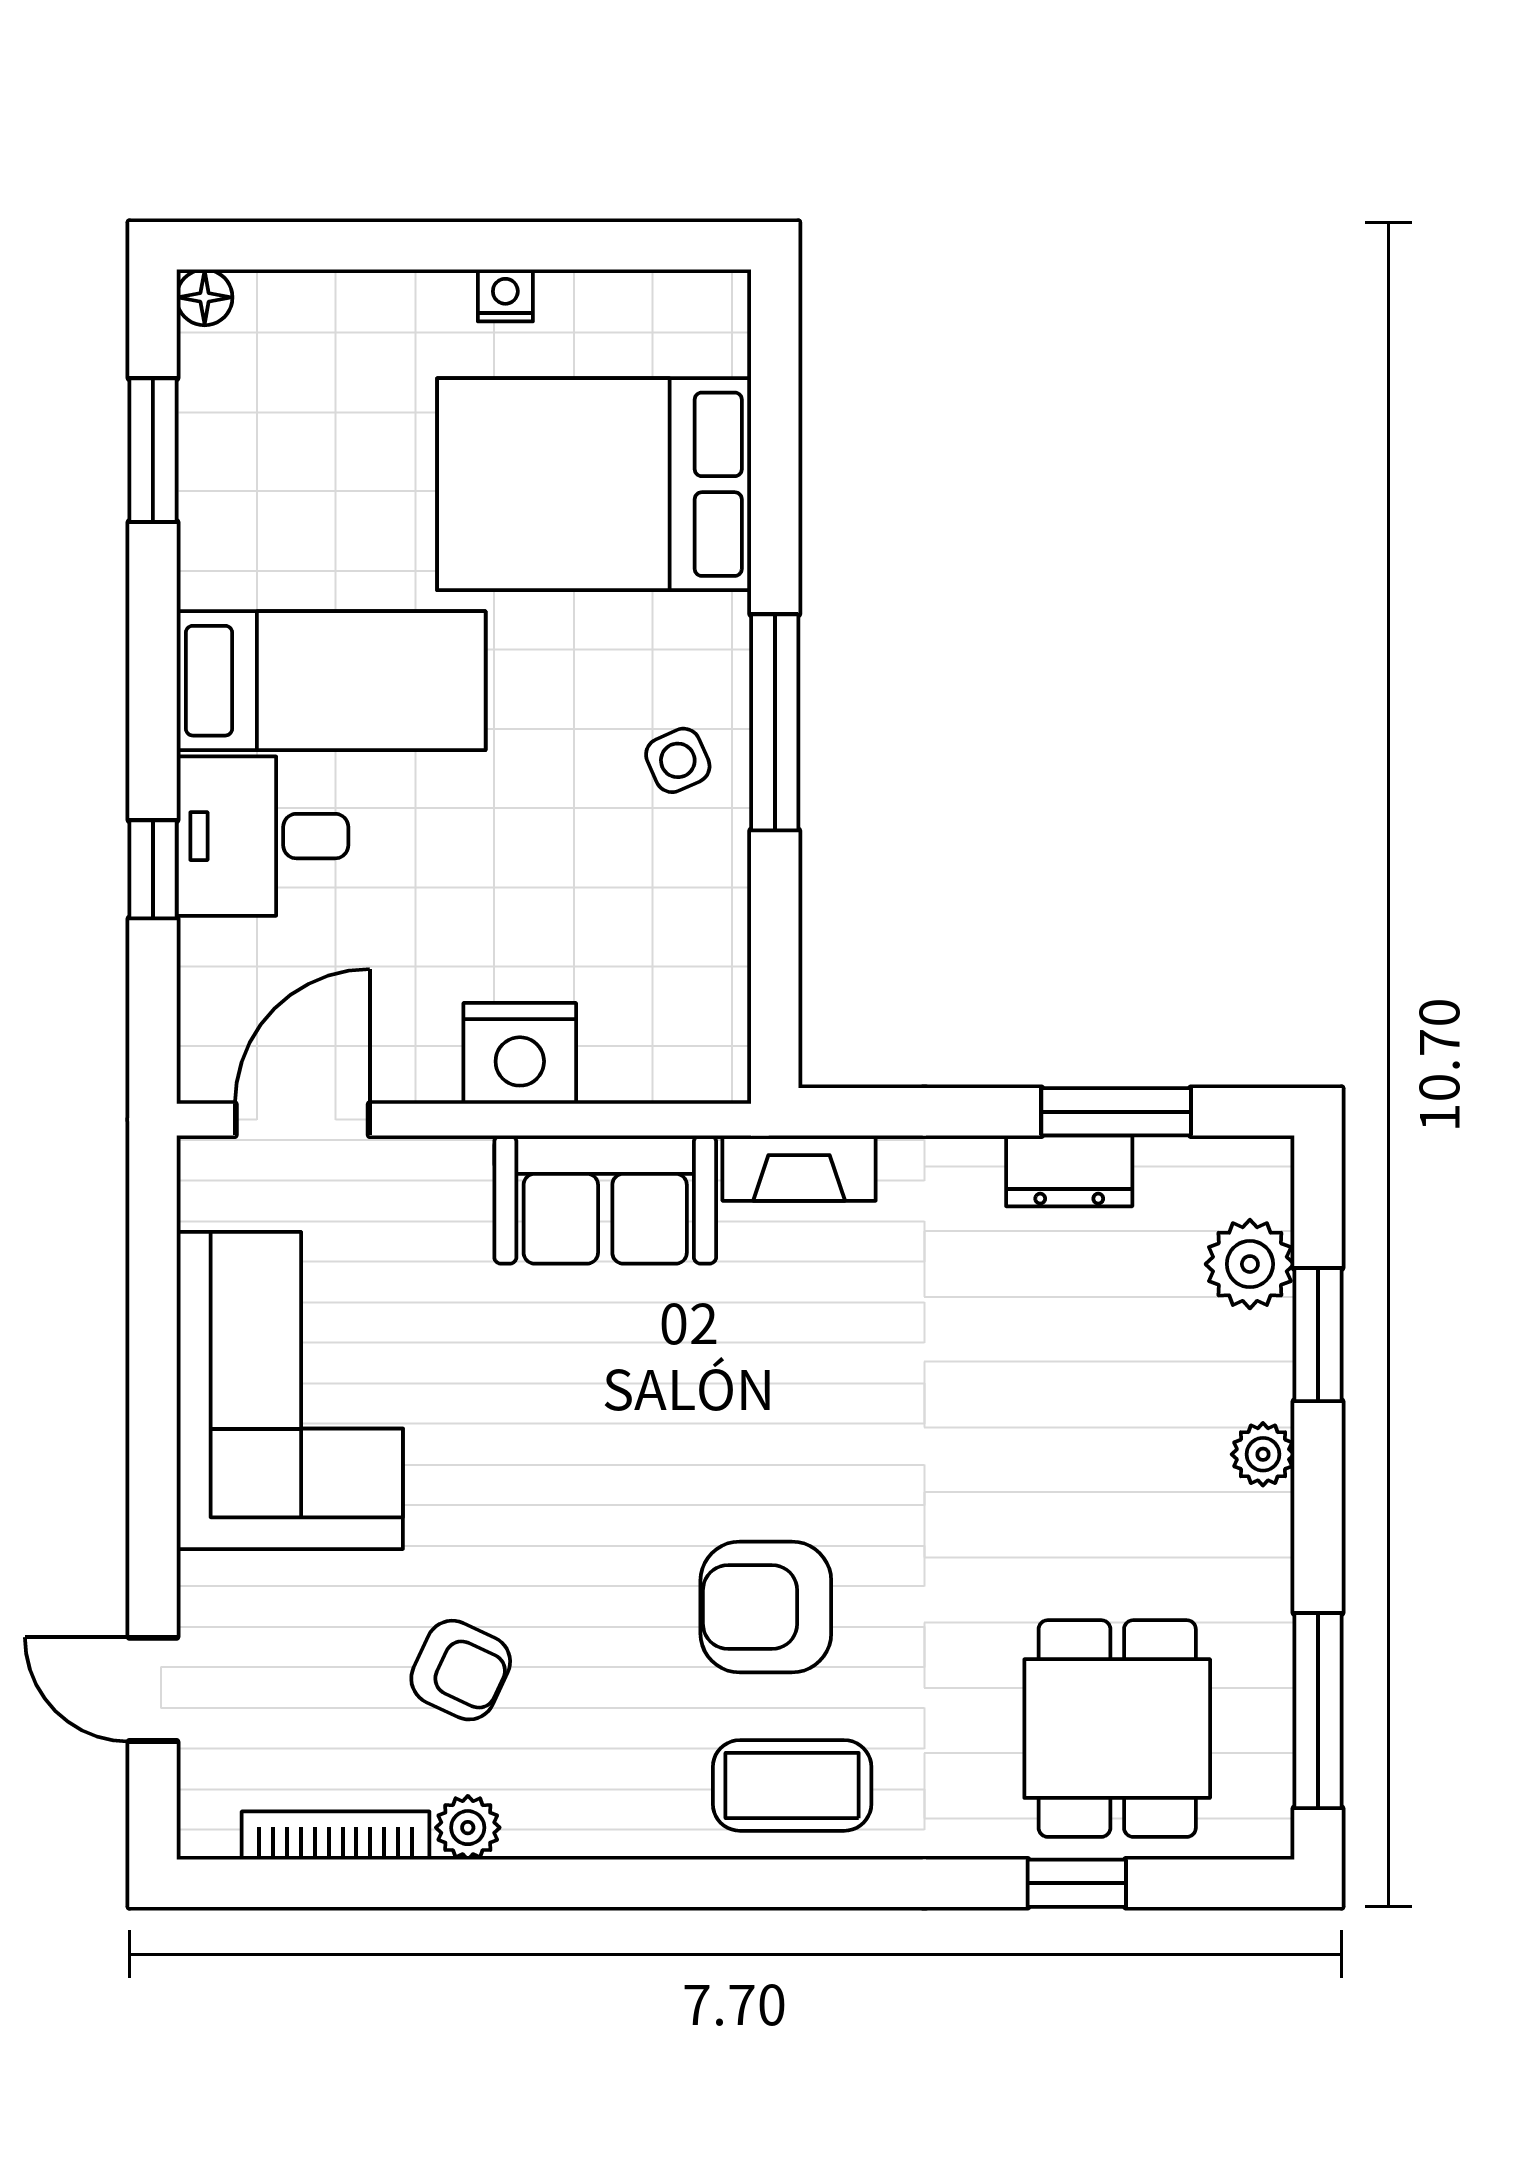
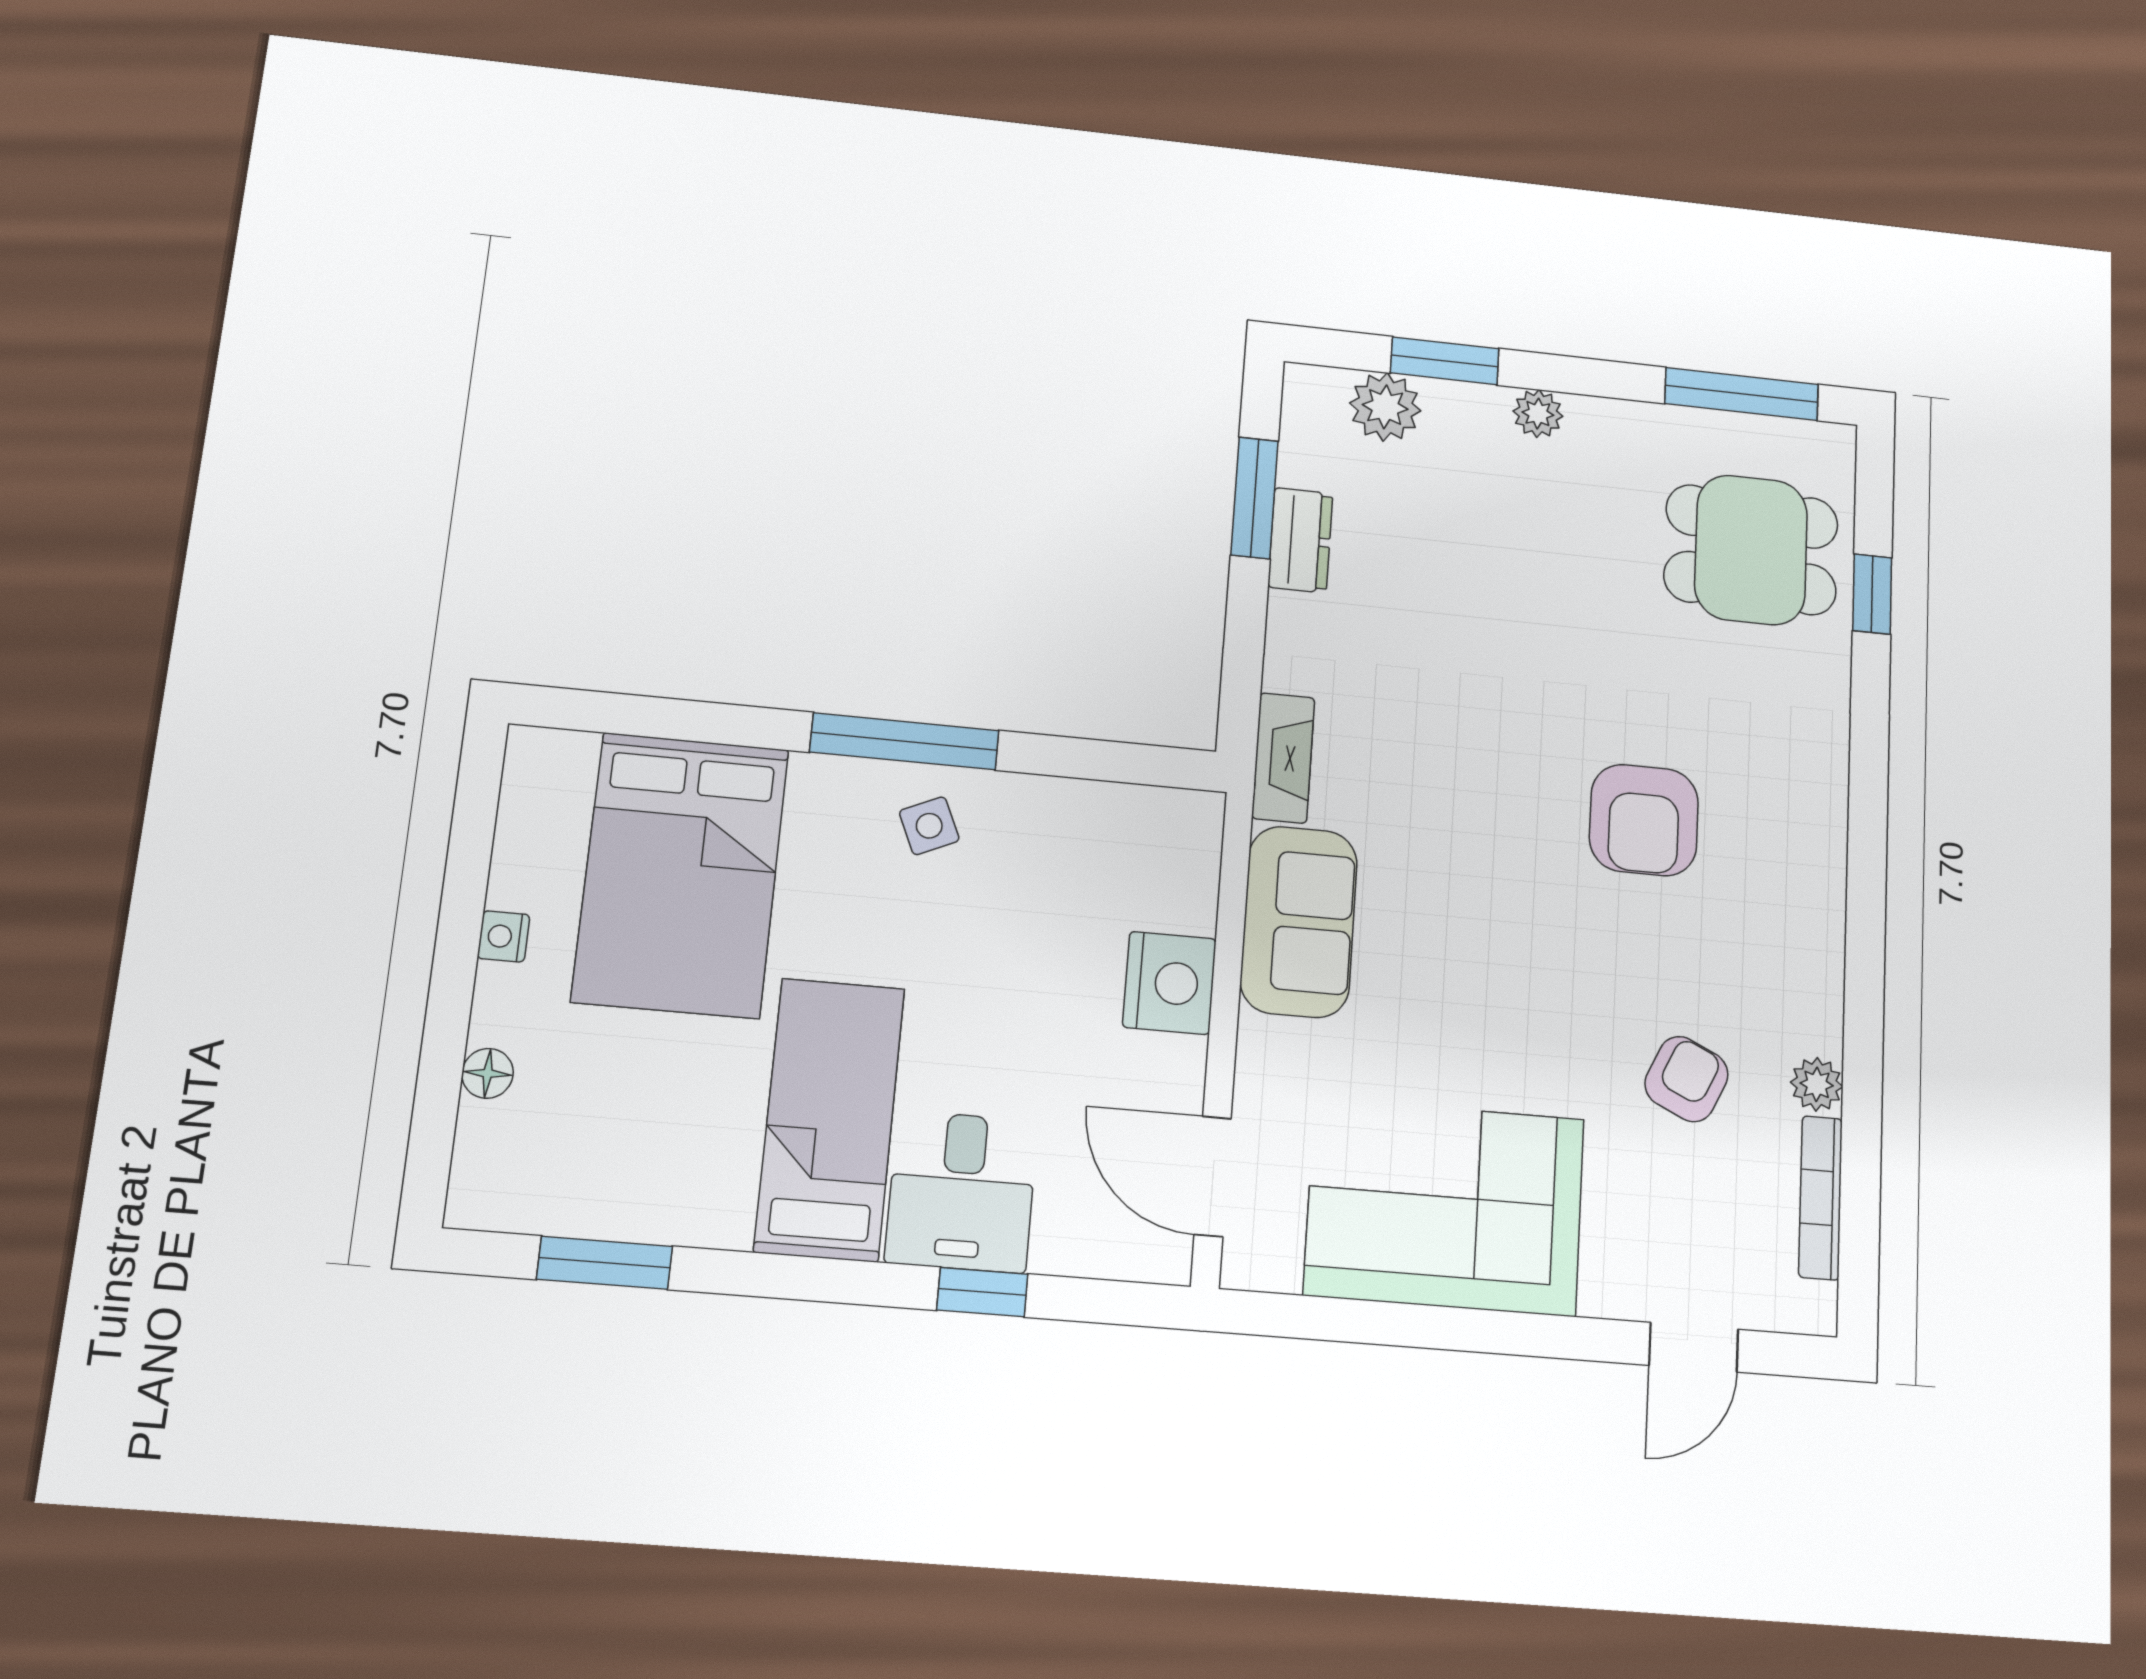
floor lamp: (205, 297) -> (488, 1073), moved
coffee table: (792, 1785) -> (1789, 813), removed

